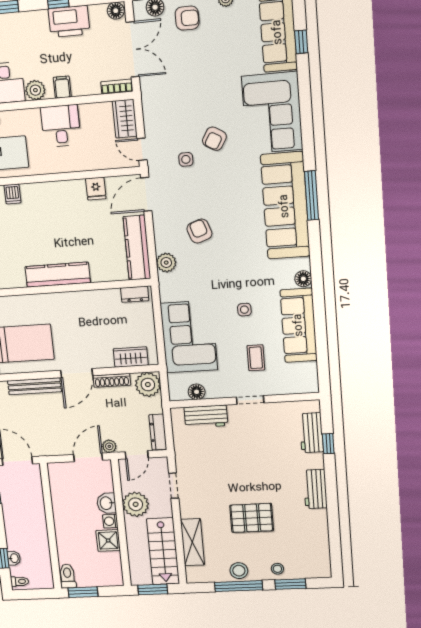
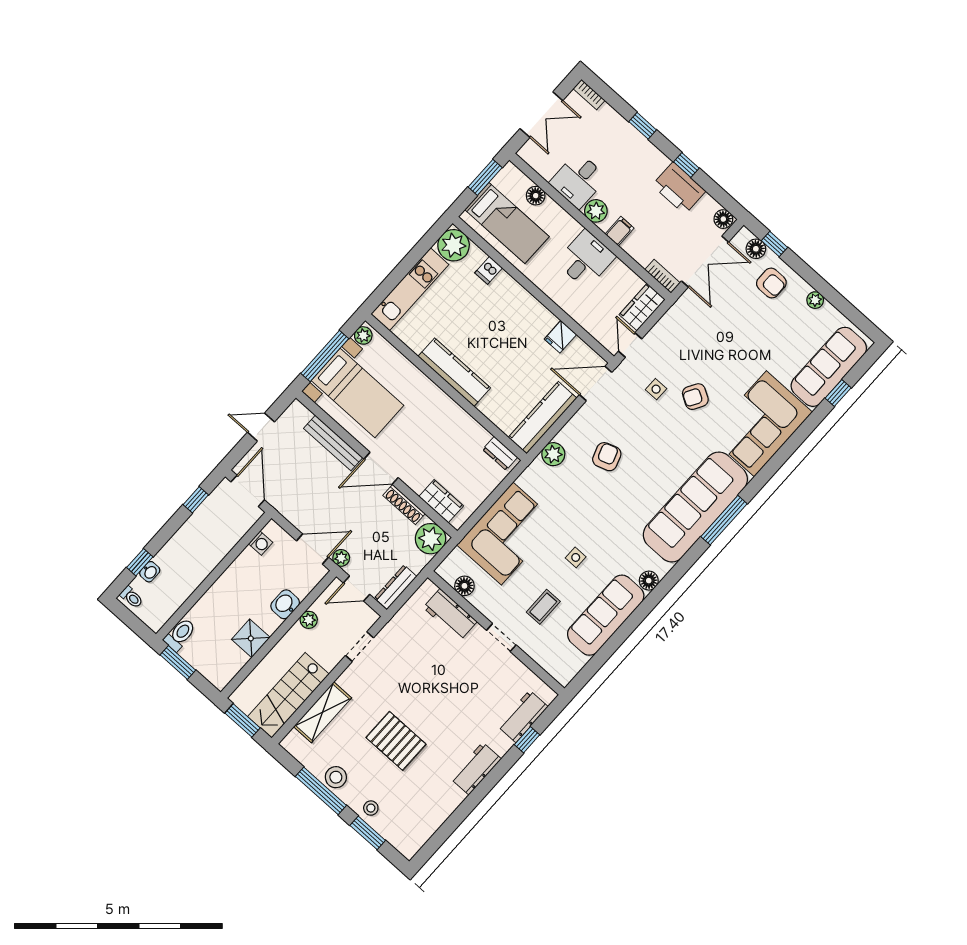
plant: (136, 504) -> (309, 620), width x0.53, depth x0.53
washing machine: (110, 521) -> (261, 543), moved, turned 180

